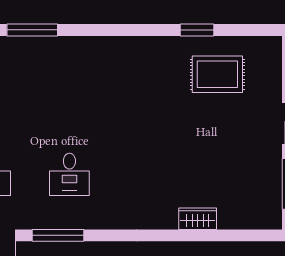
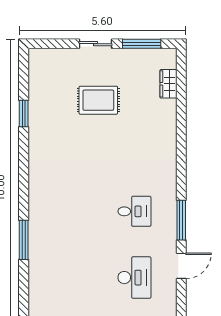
rug: (217, 74) -> (98, 100), moved, turned 90
wardrobe: (198, 219) -> (168, 84), moved

